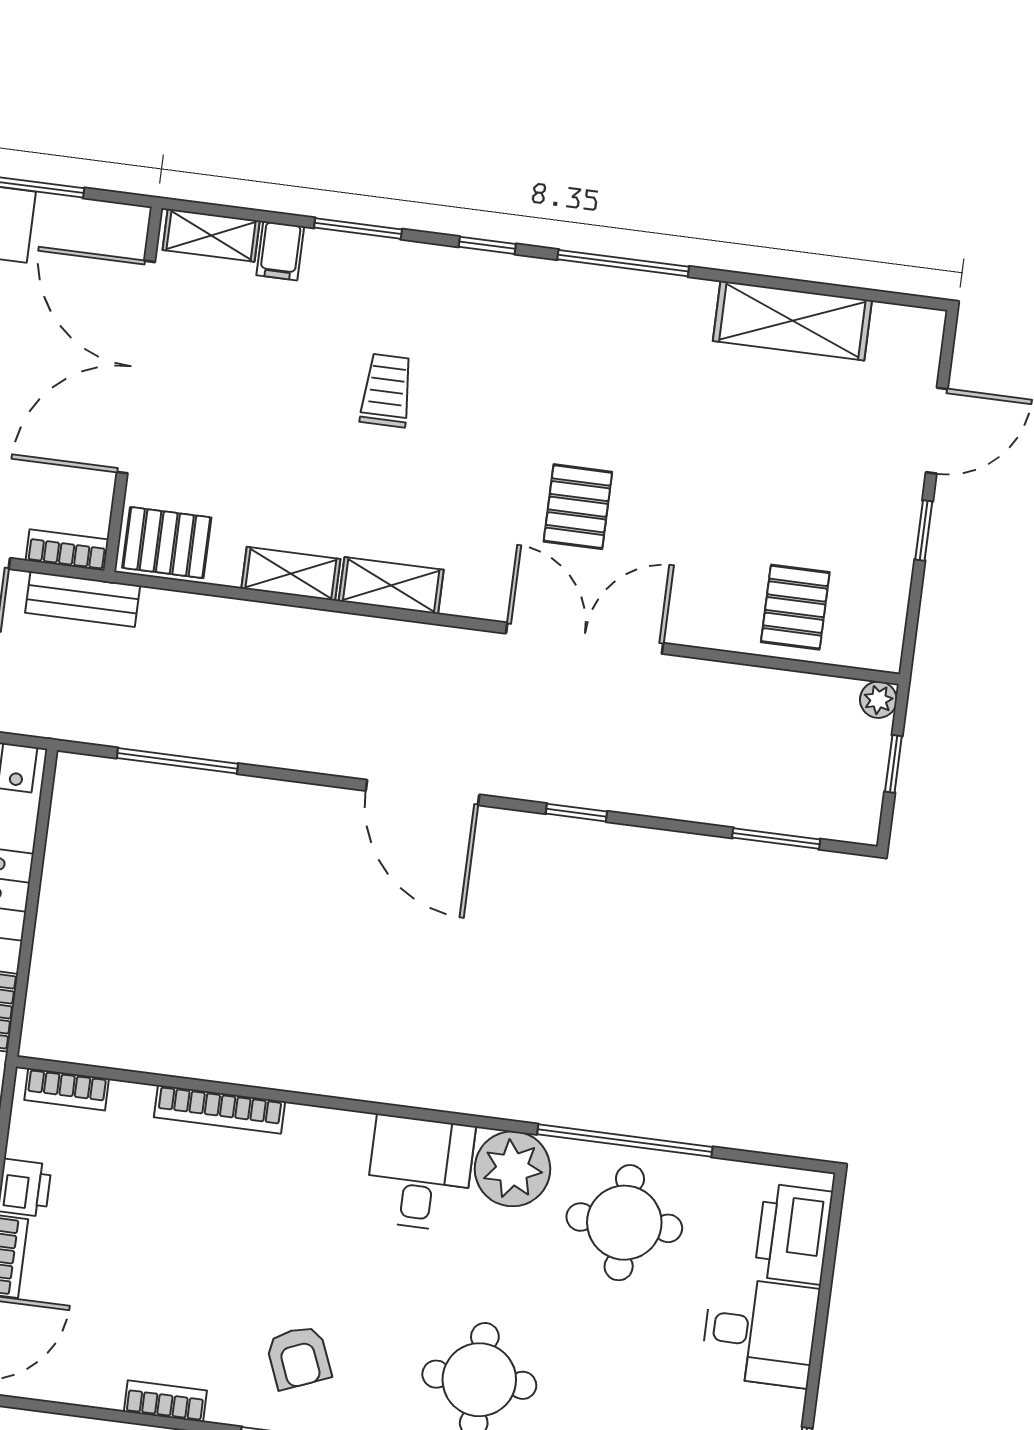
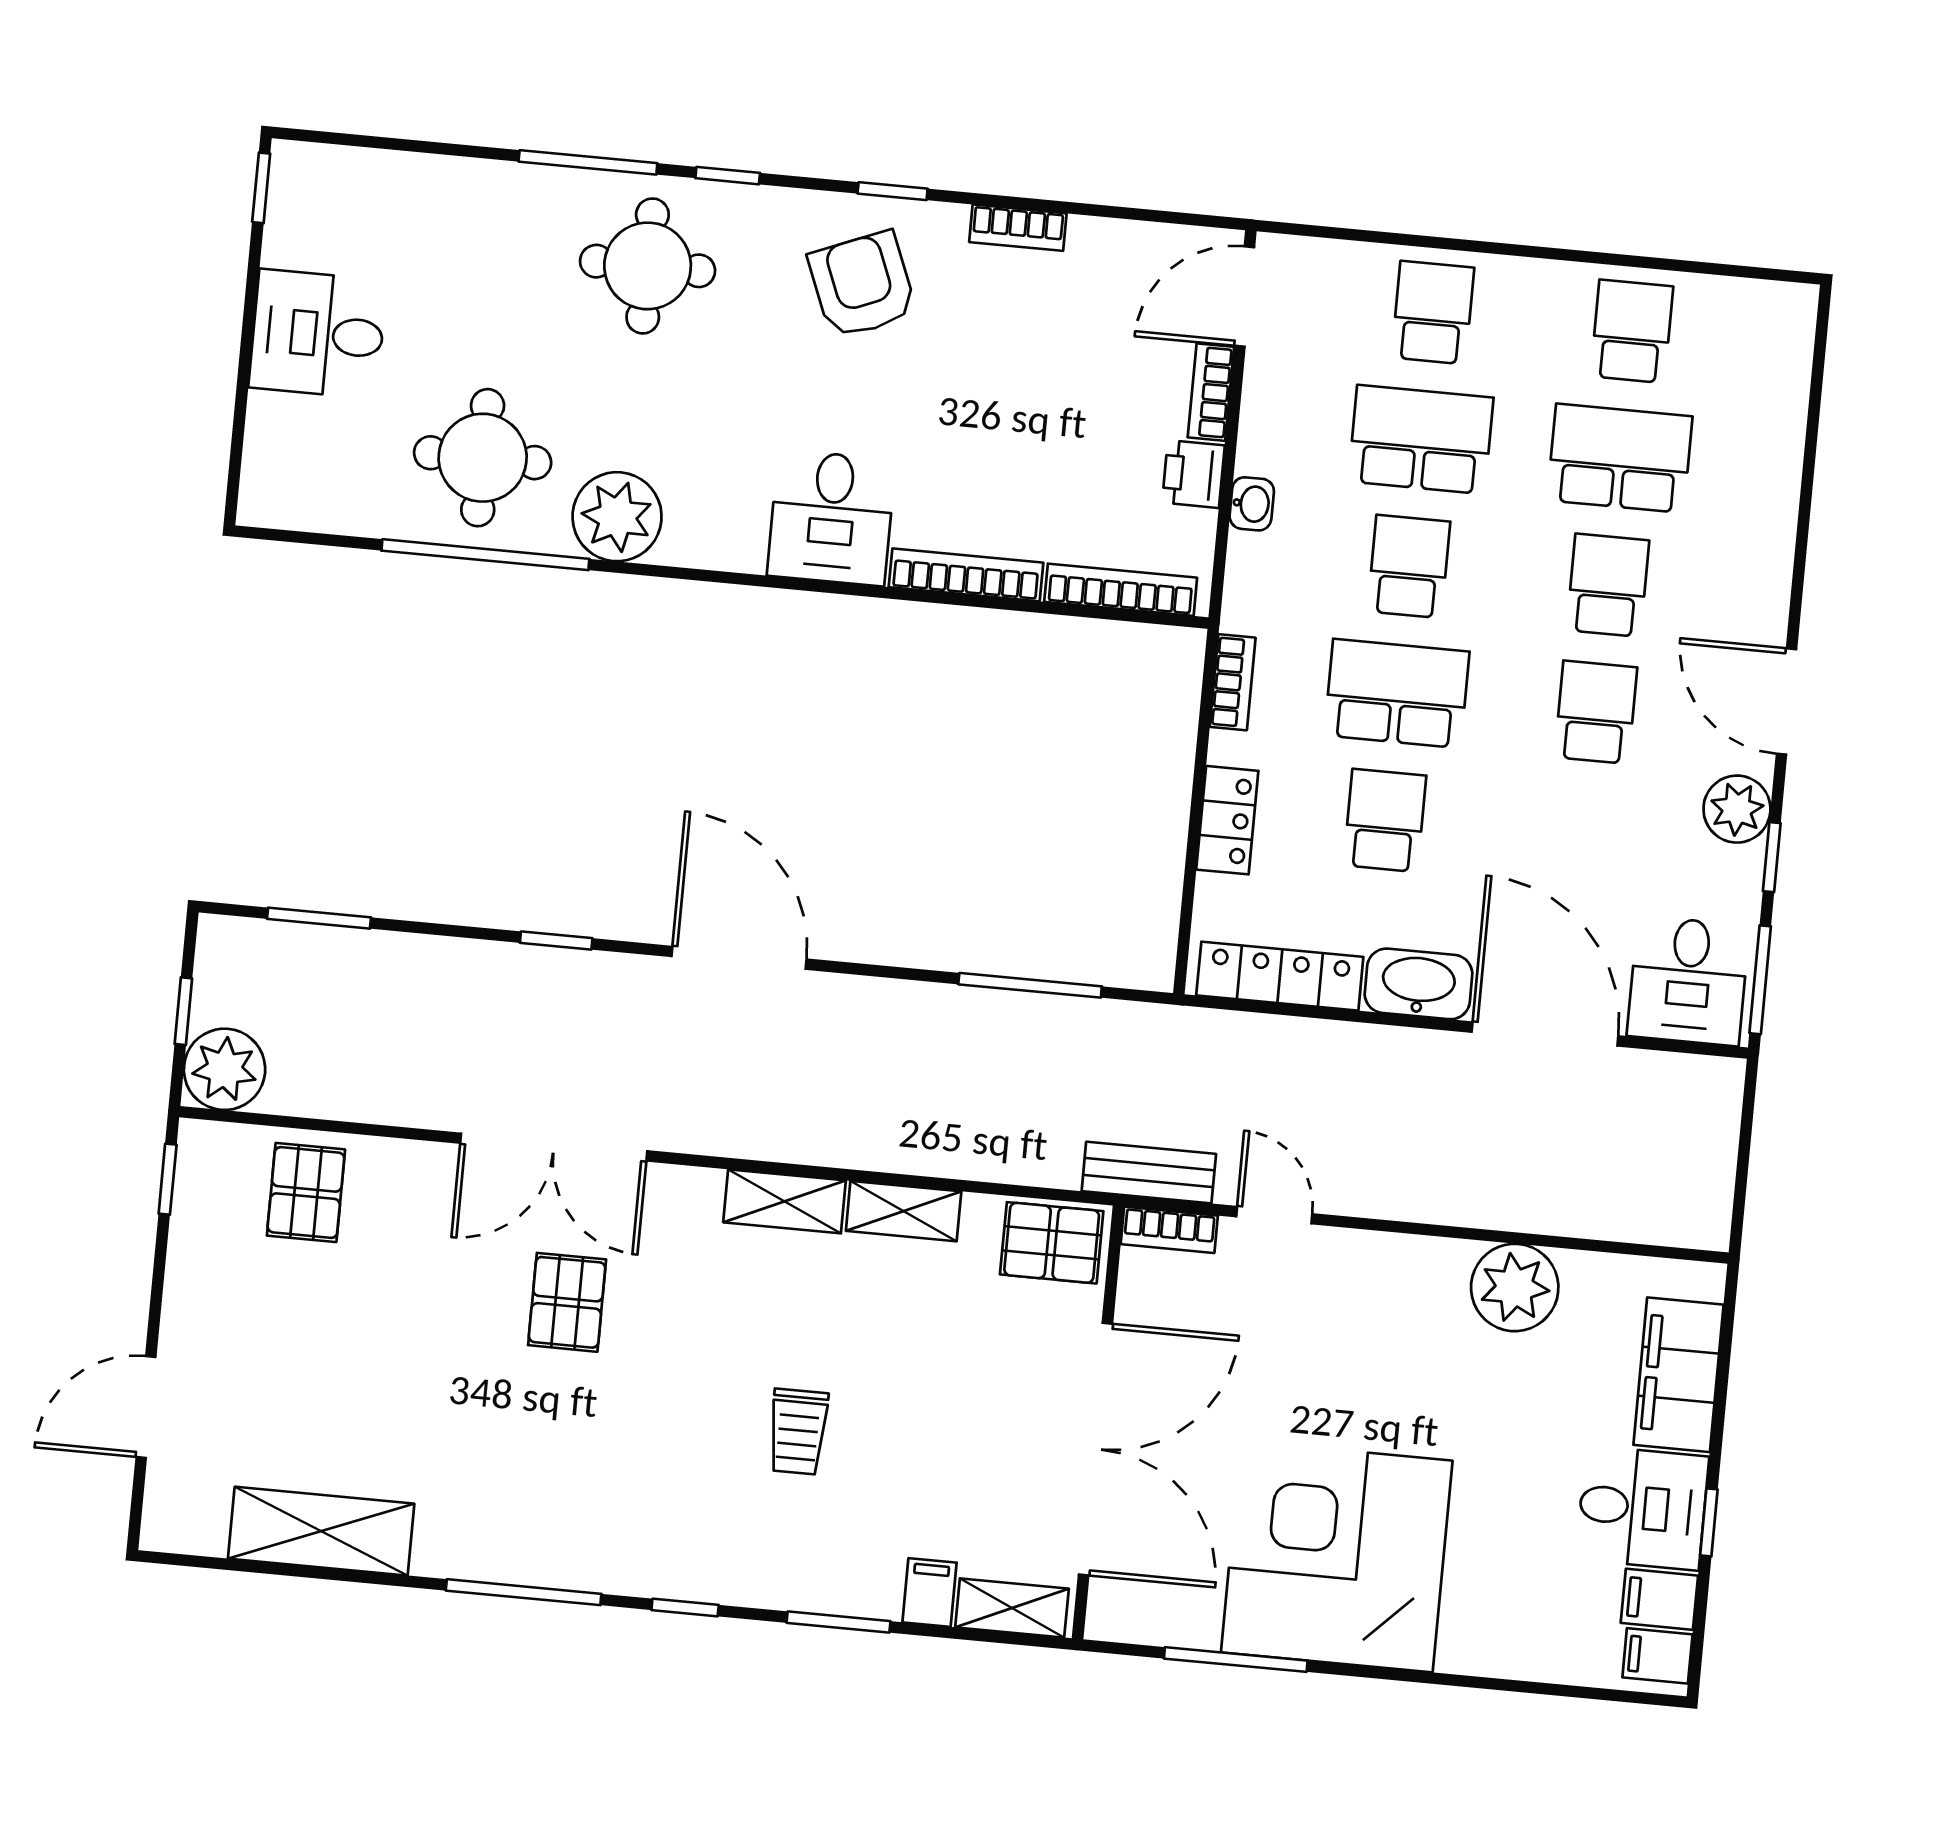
window: (924, 530) -> (168, 1179), moved
plant: (878, 700) -> (225, 1069), width x1.87, depth x1.87
bookcase: (67, 1089) -> (1121, 590), width x1.56
desk: (420, 1173) -> (831, 518), moved
printer: (793, 1234) -> (282, 451), removed
armchair: (298, 1357) -> (862, 285), width x1.38, depth x1.38

